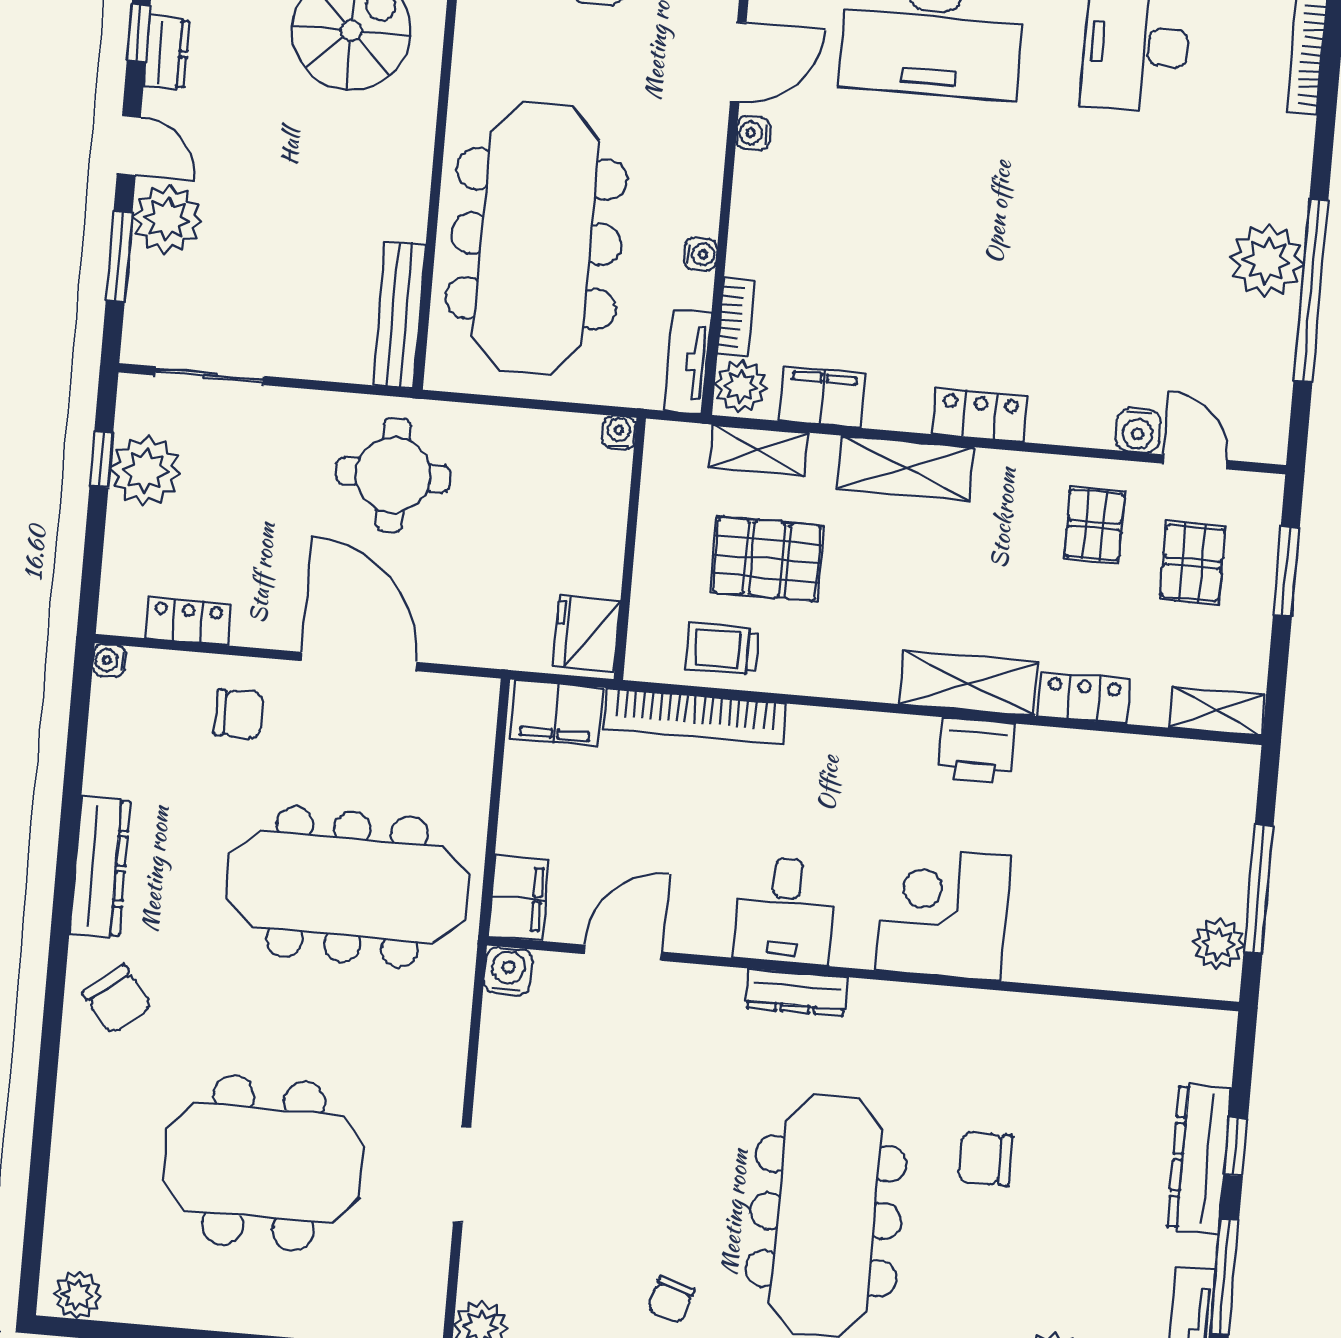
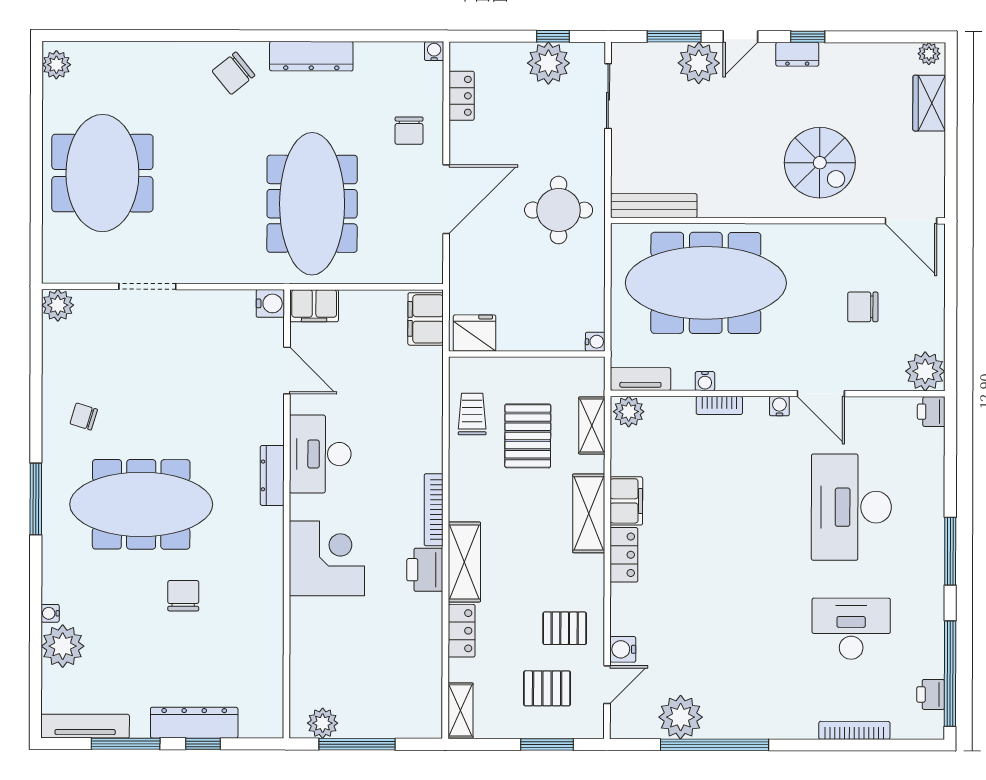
plant: (1267, 261) -> (681, 717), moved
bookcase: (736, 317) -> (719, 405), moved
filing cabinet: (823, 397) -> (626, 501), moved
bookcase: (695, 716) -> (434, 510), moved, width x0.68, depth x0.76
desk: (785, 910) -> (320, 454), width x1.37
meeting table: (263, 1163) -> (102, 173), moved

